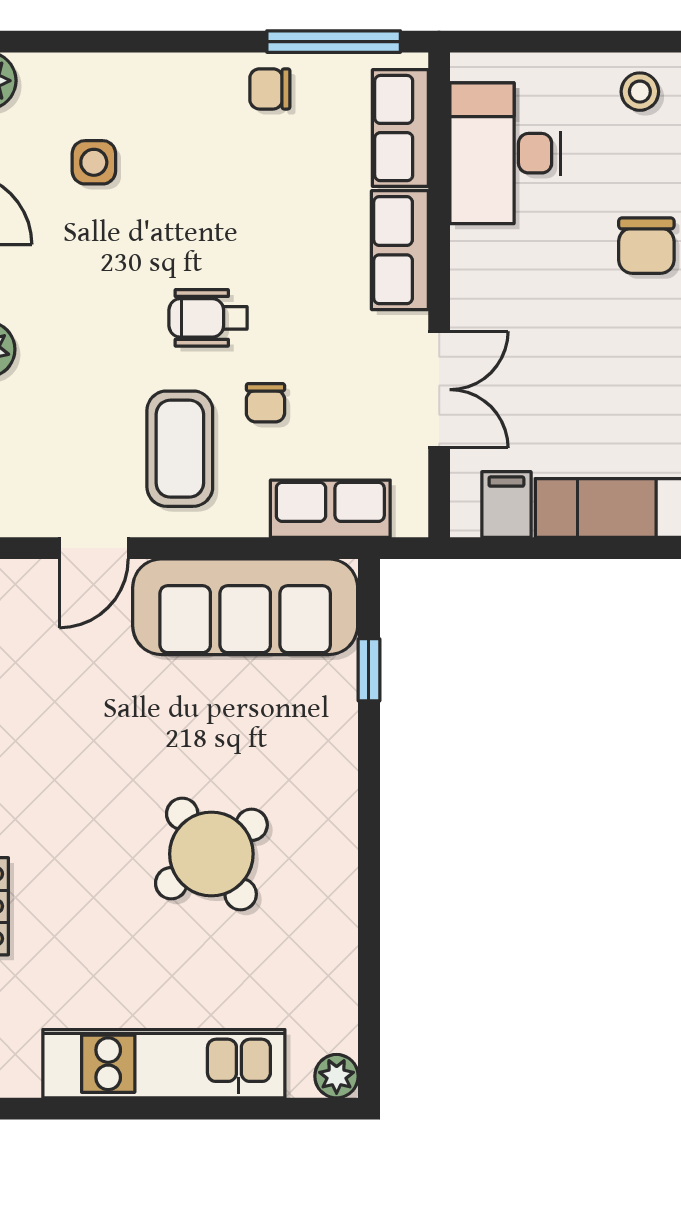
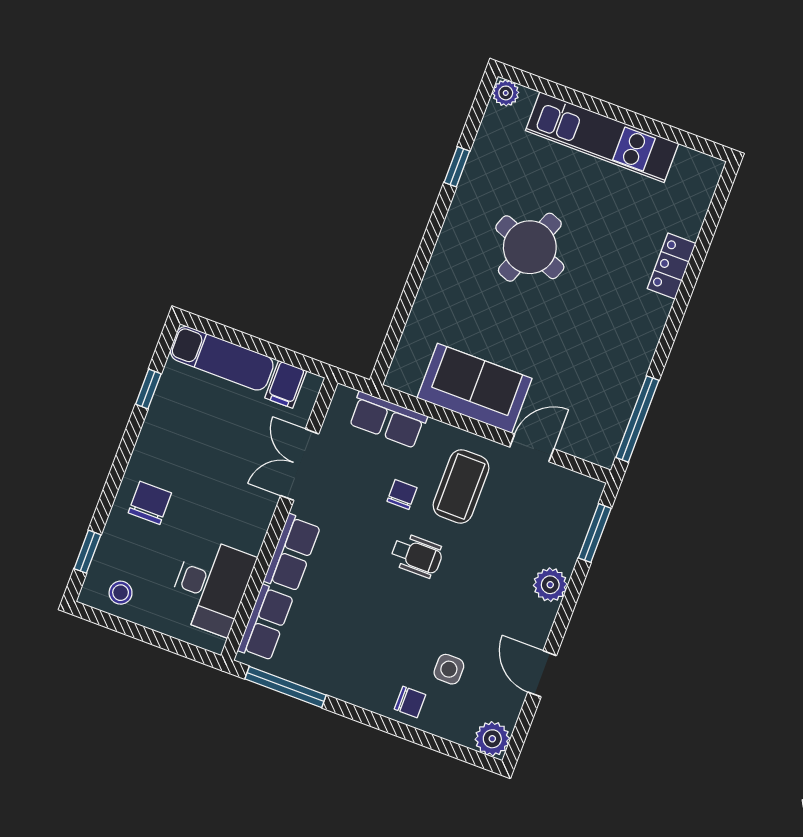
chair: (270, 89) -> (410, 702), moved
sofa: (245, 607) -> (475, 388), width x0.73
window: (369, 670) -> (457, 167), moved
round table: (211, 854) -> (530, 247), turned -33

